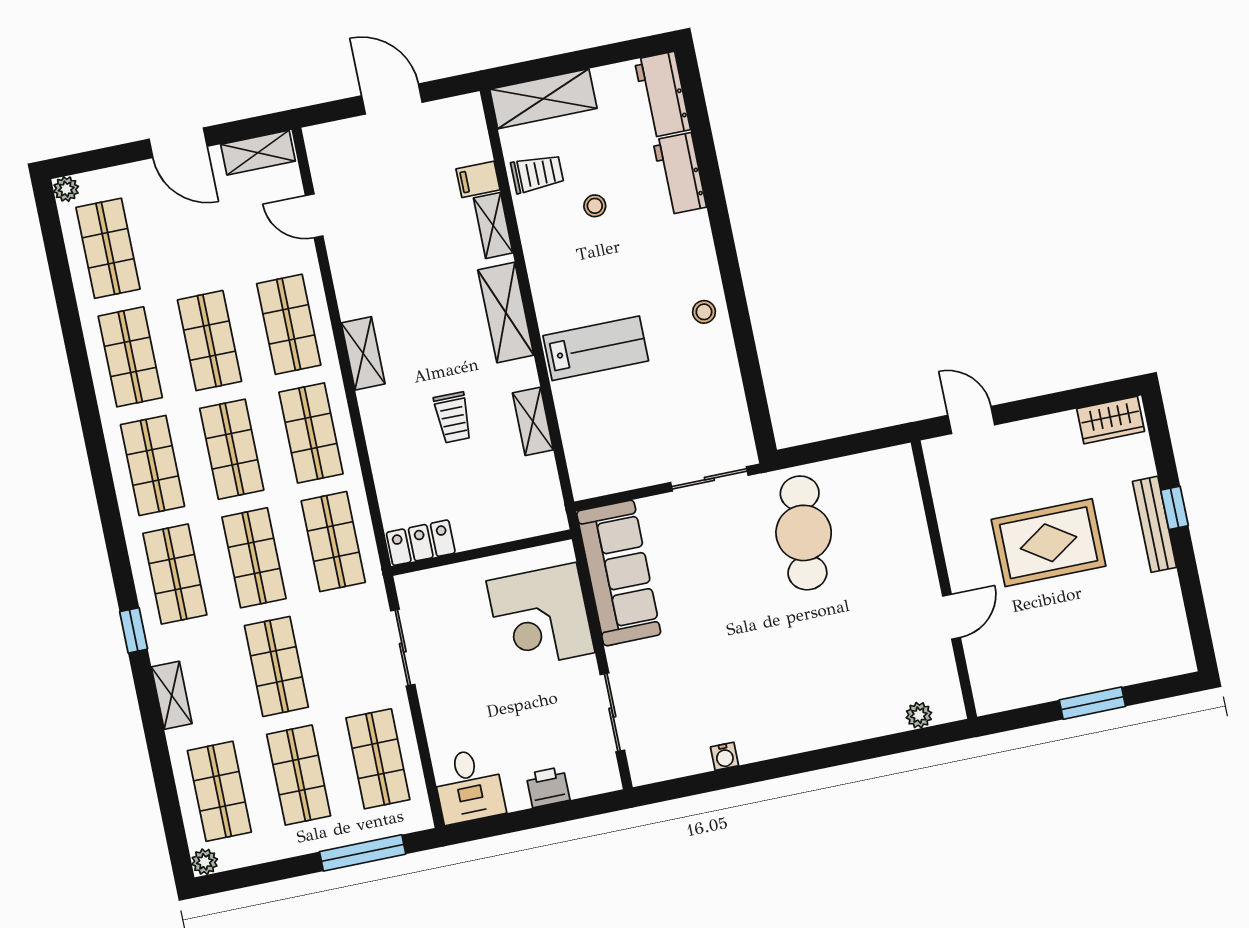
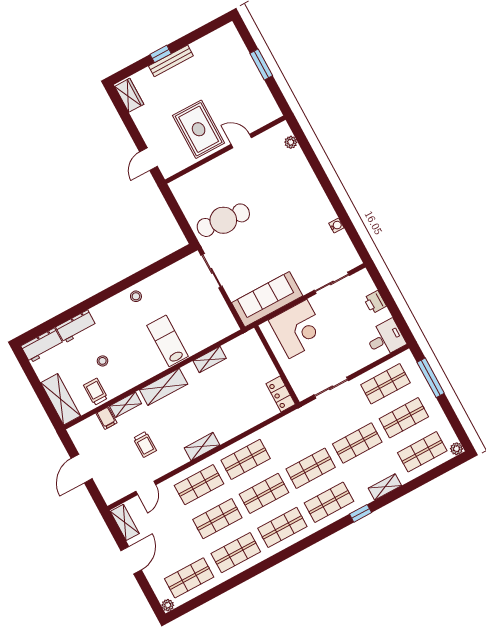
trolley: (453, 417) -> (145, 444), moved, turned 90
shop shelf: (333, 542) -> (292, 434), removed
rug: (1049, 543) -> (199, 129), moved

